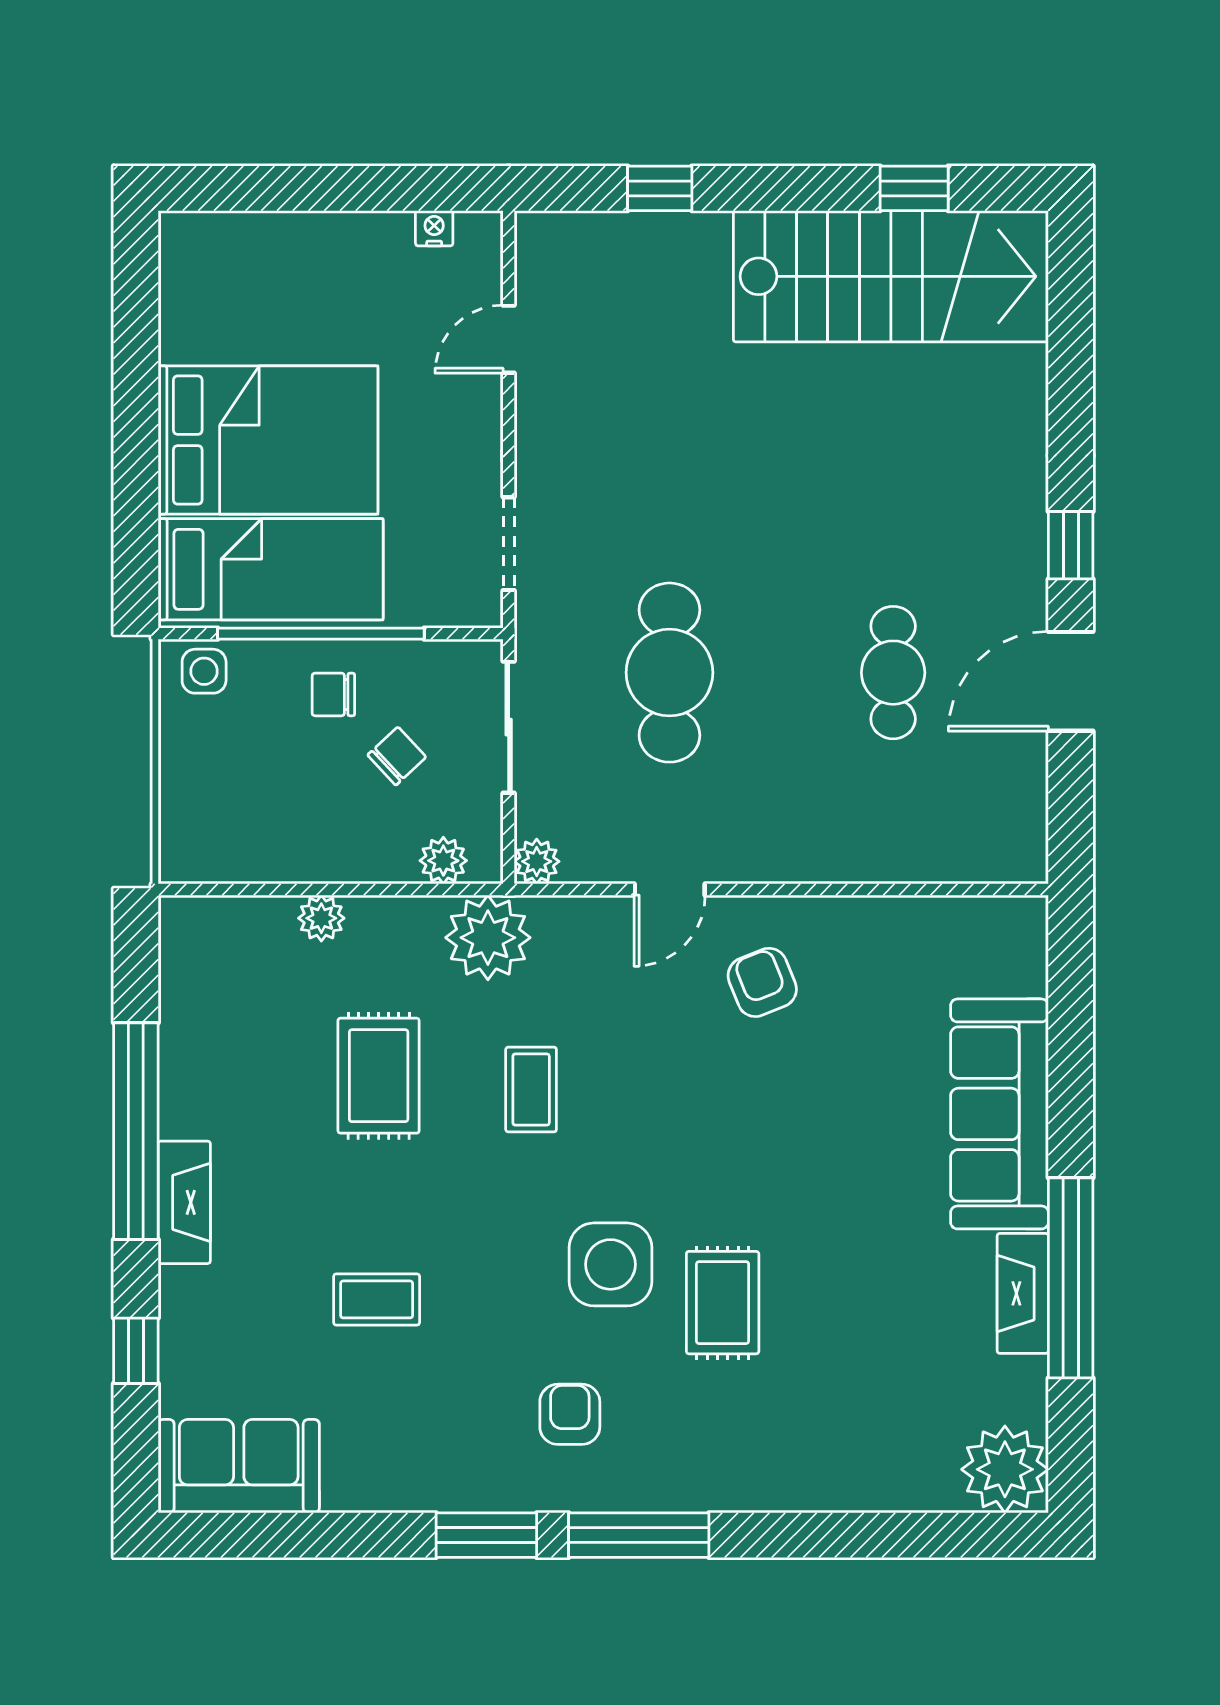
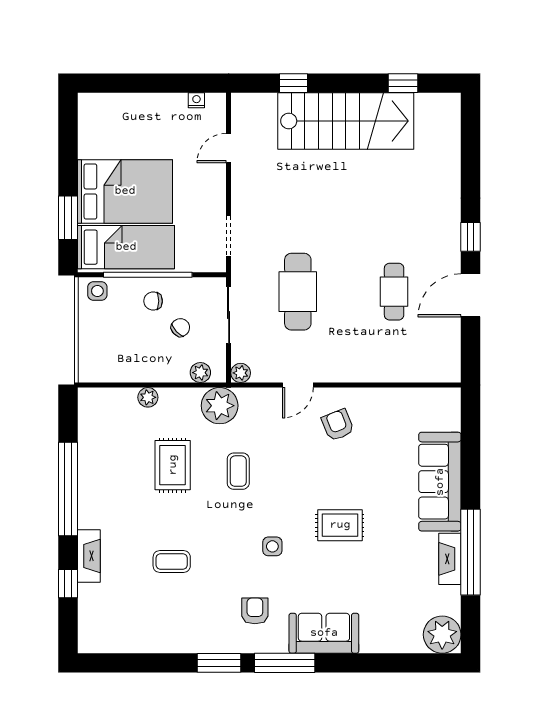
stairs: (891, 276) -> (346, 121), moved
window: (136, 501) -> (68, 218), added
fireplace: (184, 1202) -> (89, 556), moved
side table: (610, 1264) -> (272, 546), width x0.54, depth x0.54
rug: (723, 1303) -> (340, 525), moved, turned 90
sofa: (239, 1466) -> (324, 633), moved

